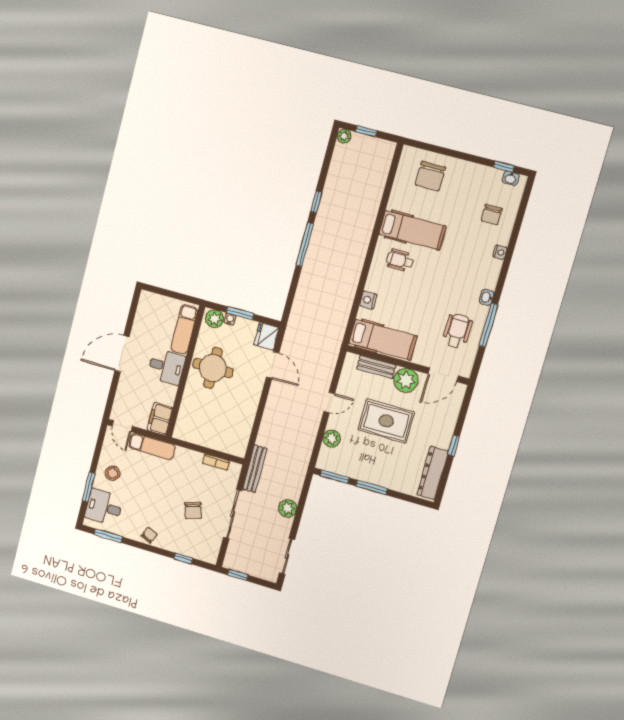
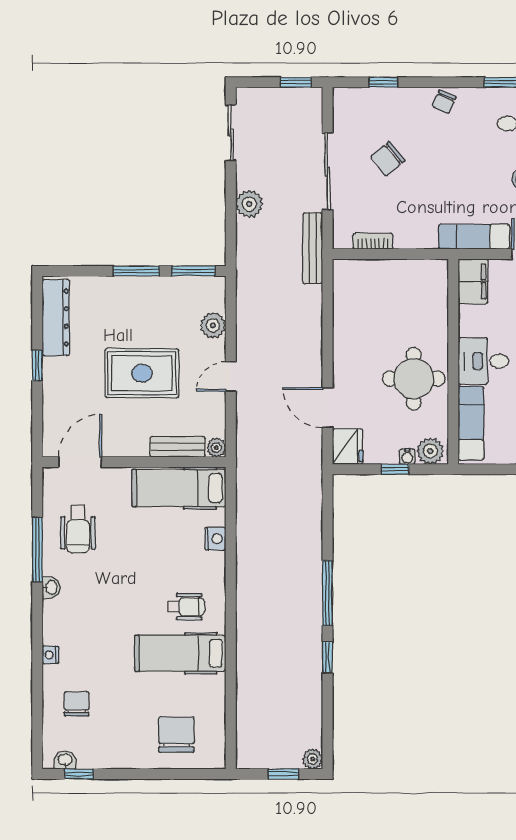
window: (240, 313) -> (395, 469), width x0.67
plant: (406, 380) -> (216, 448), moved, width x0.53, depth x0.53
chair: (193, 511) -> (388, 159), turned -112

